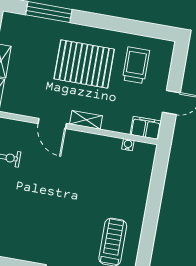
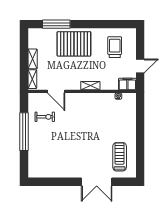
pallet: (84, 64) -> (74, 44), moved
door: (52, 123) -> (56, 91), moved

